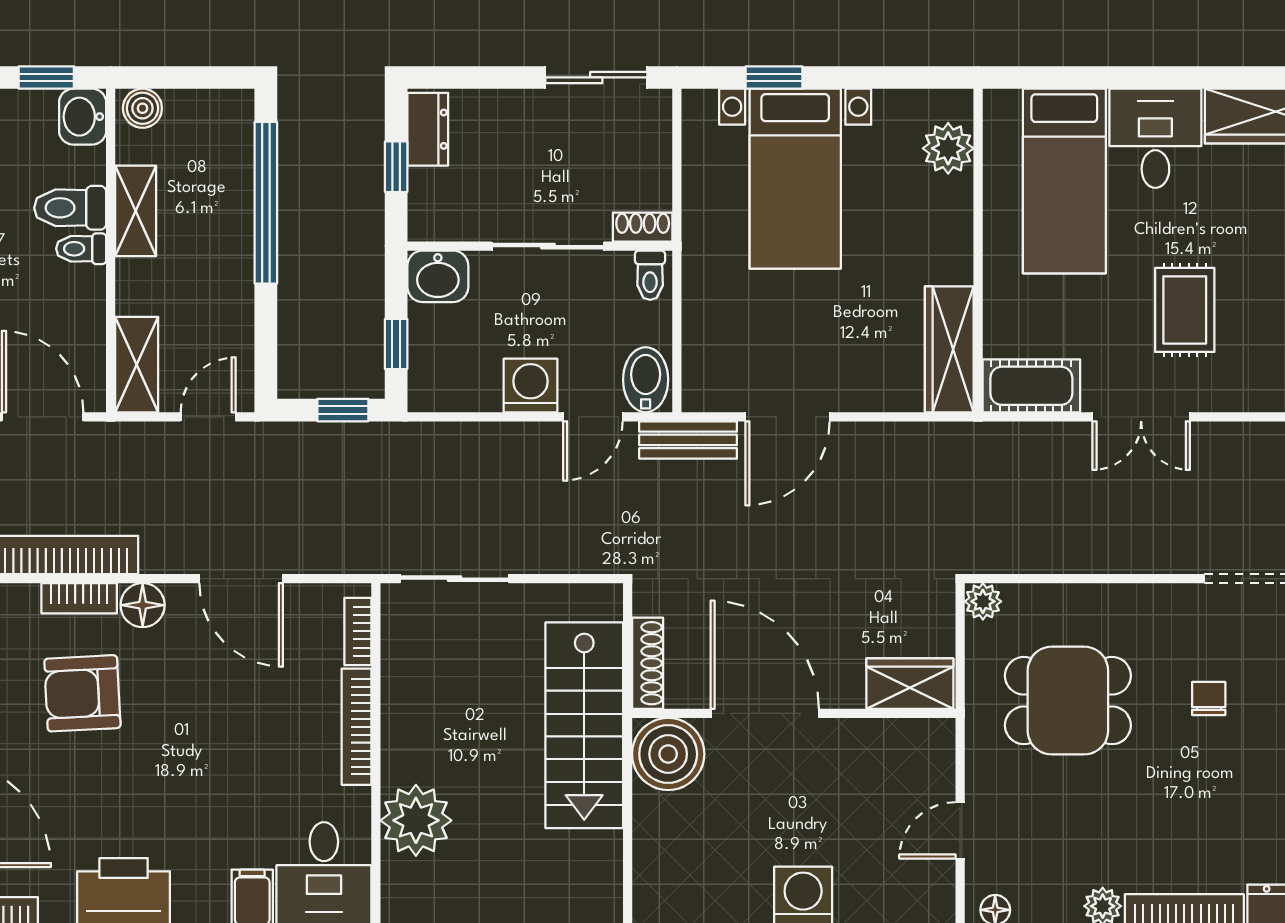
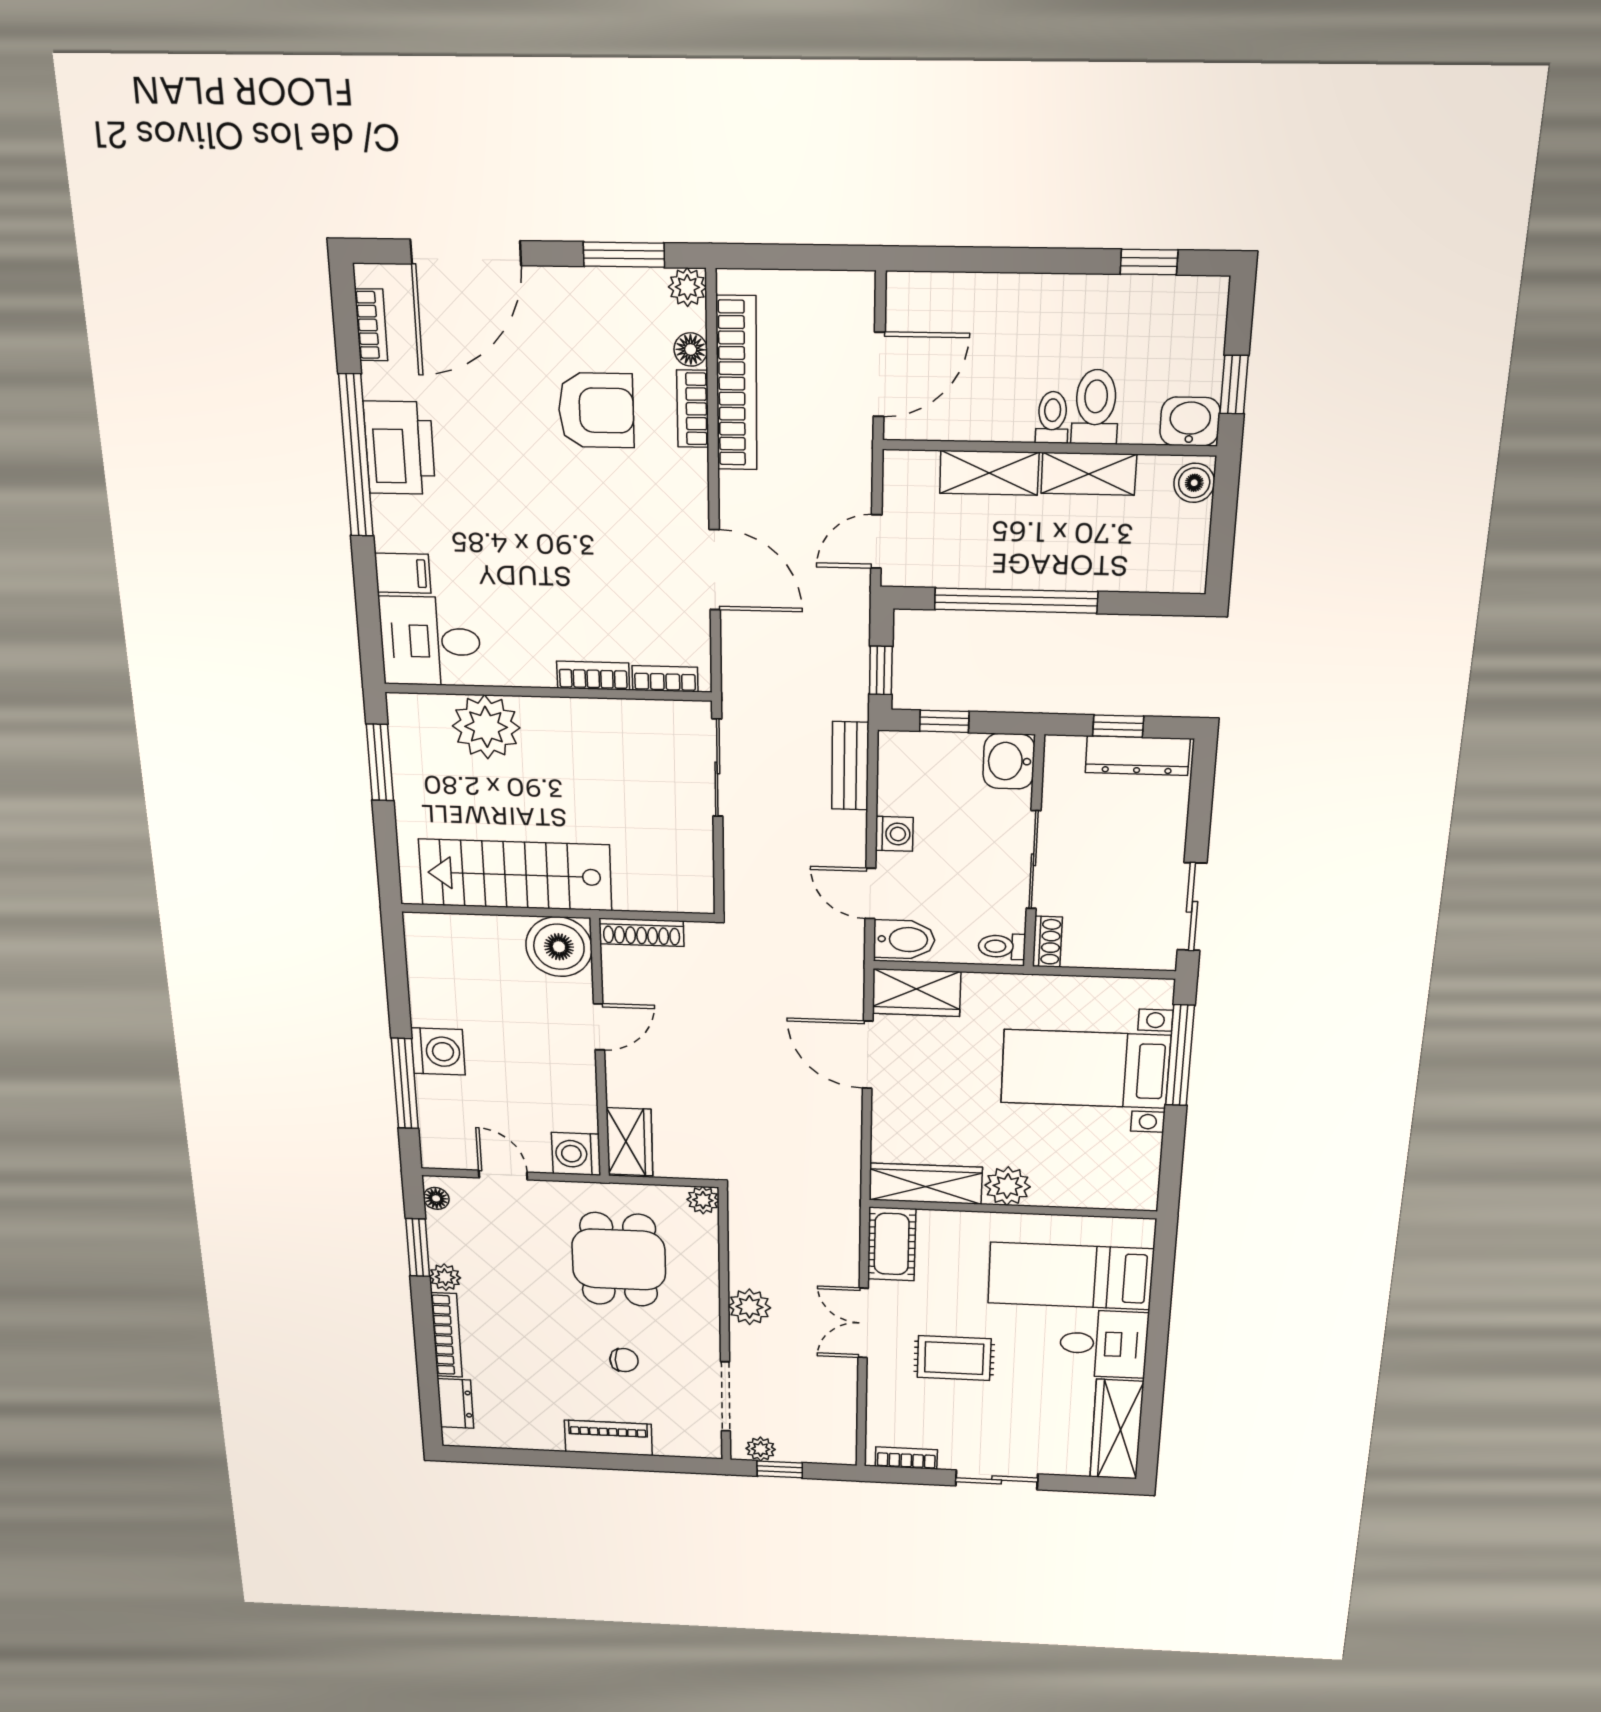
window: (774, 77) -> (1180, 1055), width x2.17
dresser: (428, 129) -> (1138, 756), width x1.44
plant: (948, 148) -> (1008, 1186), moved
window: (266, 203) -> (1016, 601), moved
shelving: (137, 365) -> (989, 473), moved
wardrobe: (709, 365) -> (916, 993), added
washing machine: (530, 386) -> (894, 834), width x0.73, depth x0.73
door: (208, 417) -> (876, 541), swing flipped
bench: (688, 440) -> (850, 766), moved
plant: (1126, 549) -> (749, 1307), added
door: (241, 579) -> (715, 570), swing flipped
floor lamp: (143, 605) -> (691, 350), moved, width x0.73, depth x0.73
armchair: (82, 693) -> (596, 410), turned 93
door: (765, 713) -> (599, 1027), width x0.53
stairs: (584, 725) -> (515, 875), moved
bookcase: (357, 727) -> (593, 676), width x0.64
washing machine: (928, 745) -> (576, 1154), added

